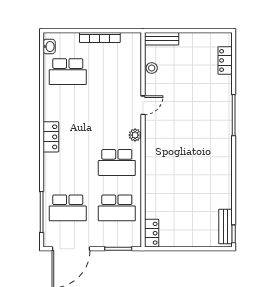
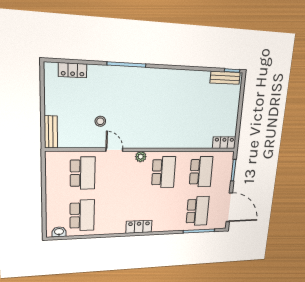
bookcase: (100, 37) -> (50, 189), removed
stool: (152, 68) -> (100, 121), moved
school desk: (117, 72) -> (83, 173), added

